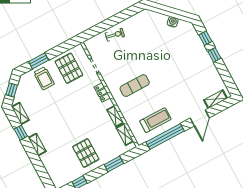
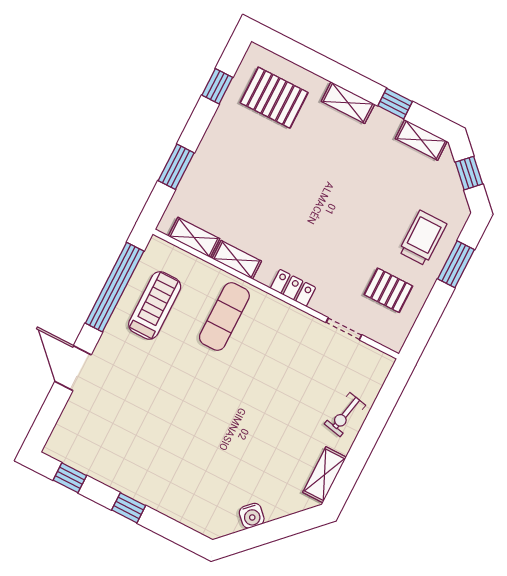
window: (205, 38) -> (70, 478), moved
pallet: (69, 68) -> (388, 290), width x0.67, depth x0.71
trolley: (44, 78) -> (423, 238), turned 90
exercise mat: (135, 86) -> (224, 317), moved
shelving: (216, 99) -> (324, 475), moved
treadmill: (155, 120) -> (155, 305), turned 180
pallet: (86, 153) -> (274, 98), moved

